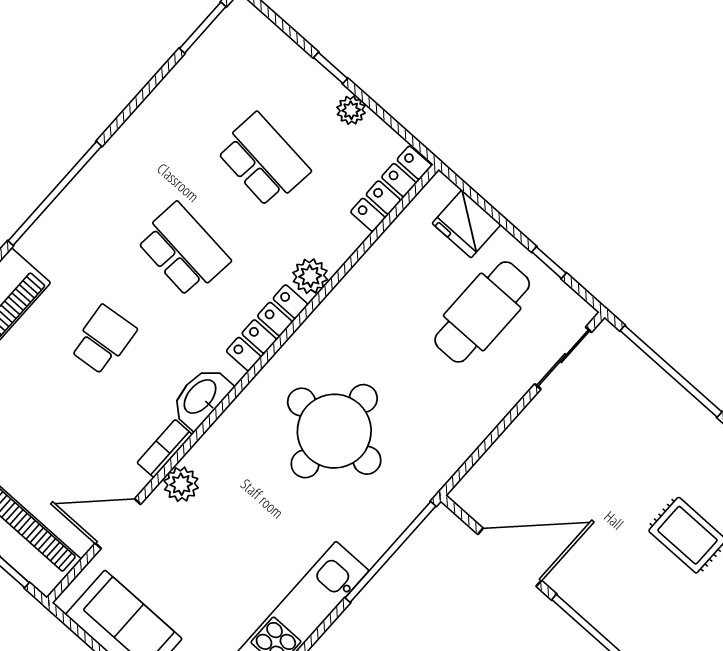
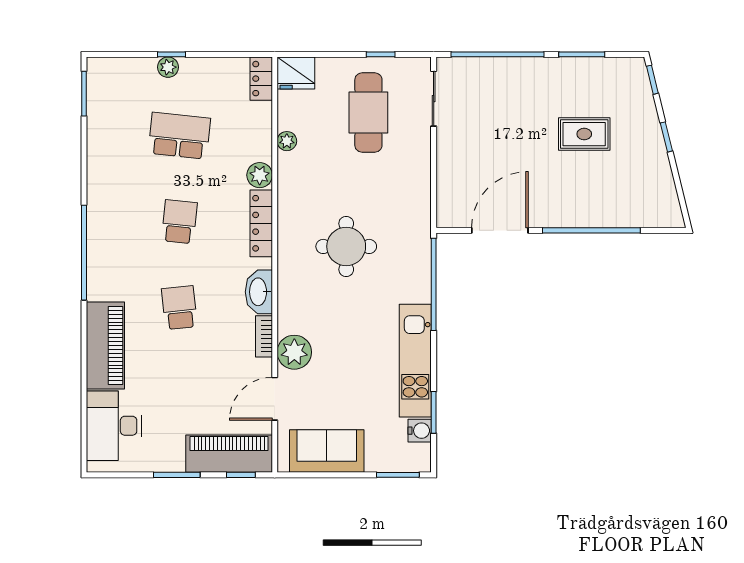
plant: (351, 110) -> (168, 67), moved
locker: (391, 189) -> (261, 79), width x0.66
fridge: (466, 224) -> (296, 73), moved
school desk: (183, 250) -> (179, 222), width x0.54
plant: (370, 266) -> (287, 141), added
round table: (334, 431) -> (346, 246), width x0.73, depth x0.73
plant: (181, 484) -> (294, 352), width x1.36, depth x1.36

